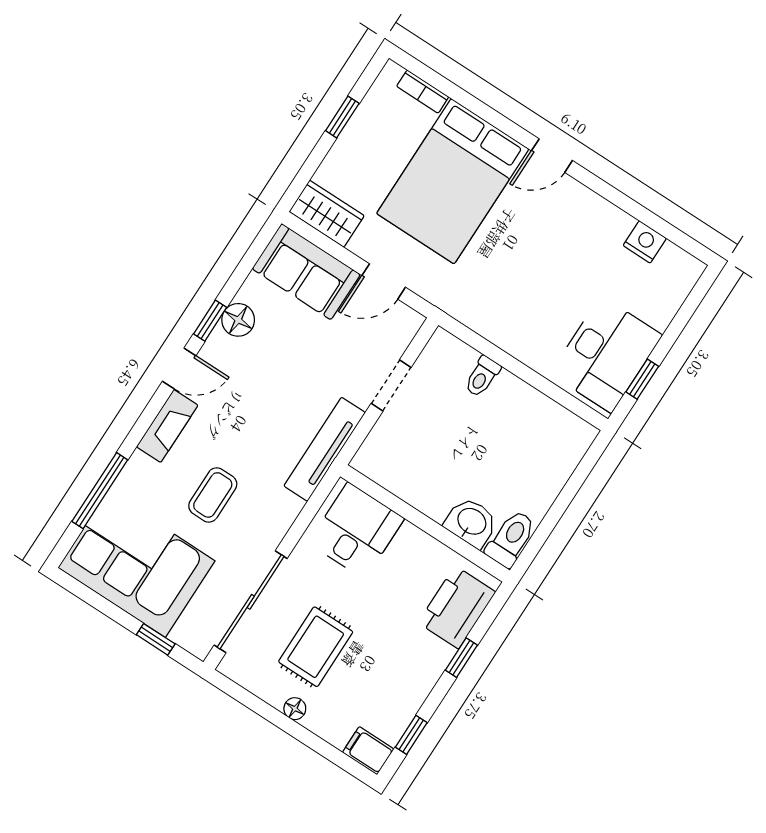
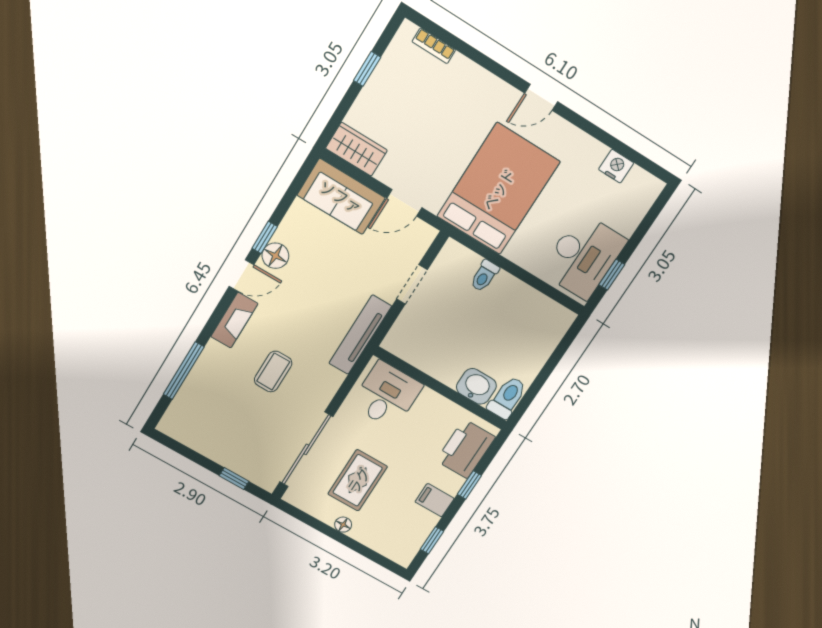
bed: (453, 181) -> (498, 189), moved, turned 180
floor lamp: (238, 320) -> (275, 256), moved
corner sofa: (136, 564) -> (216, 424), removed
filing cabinet: (368, 751) -> (435, 500), moved

